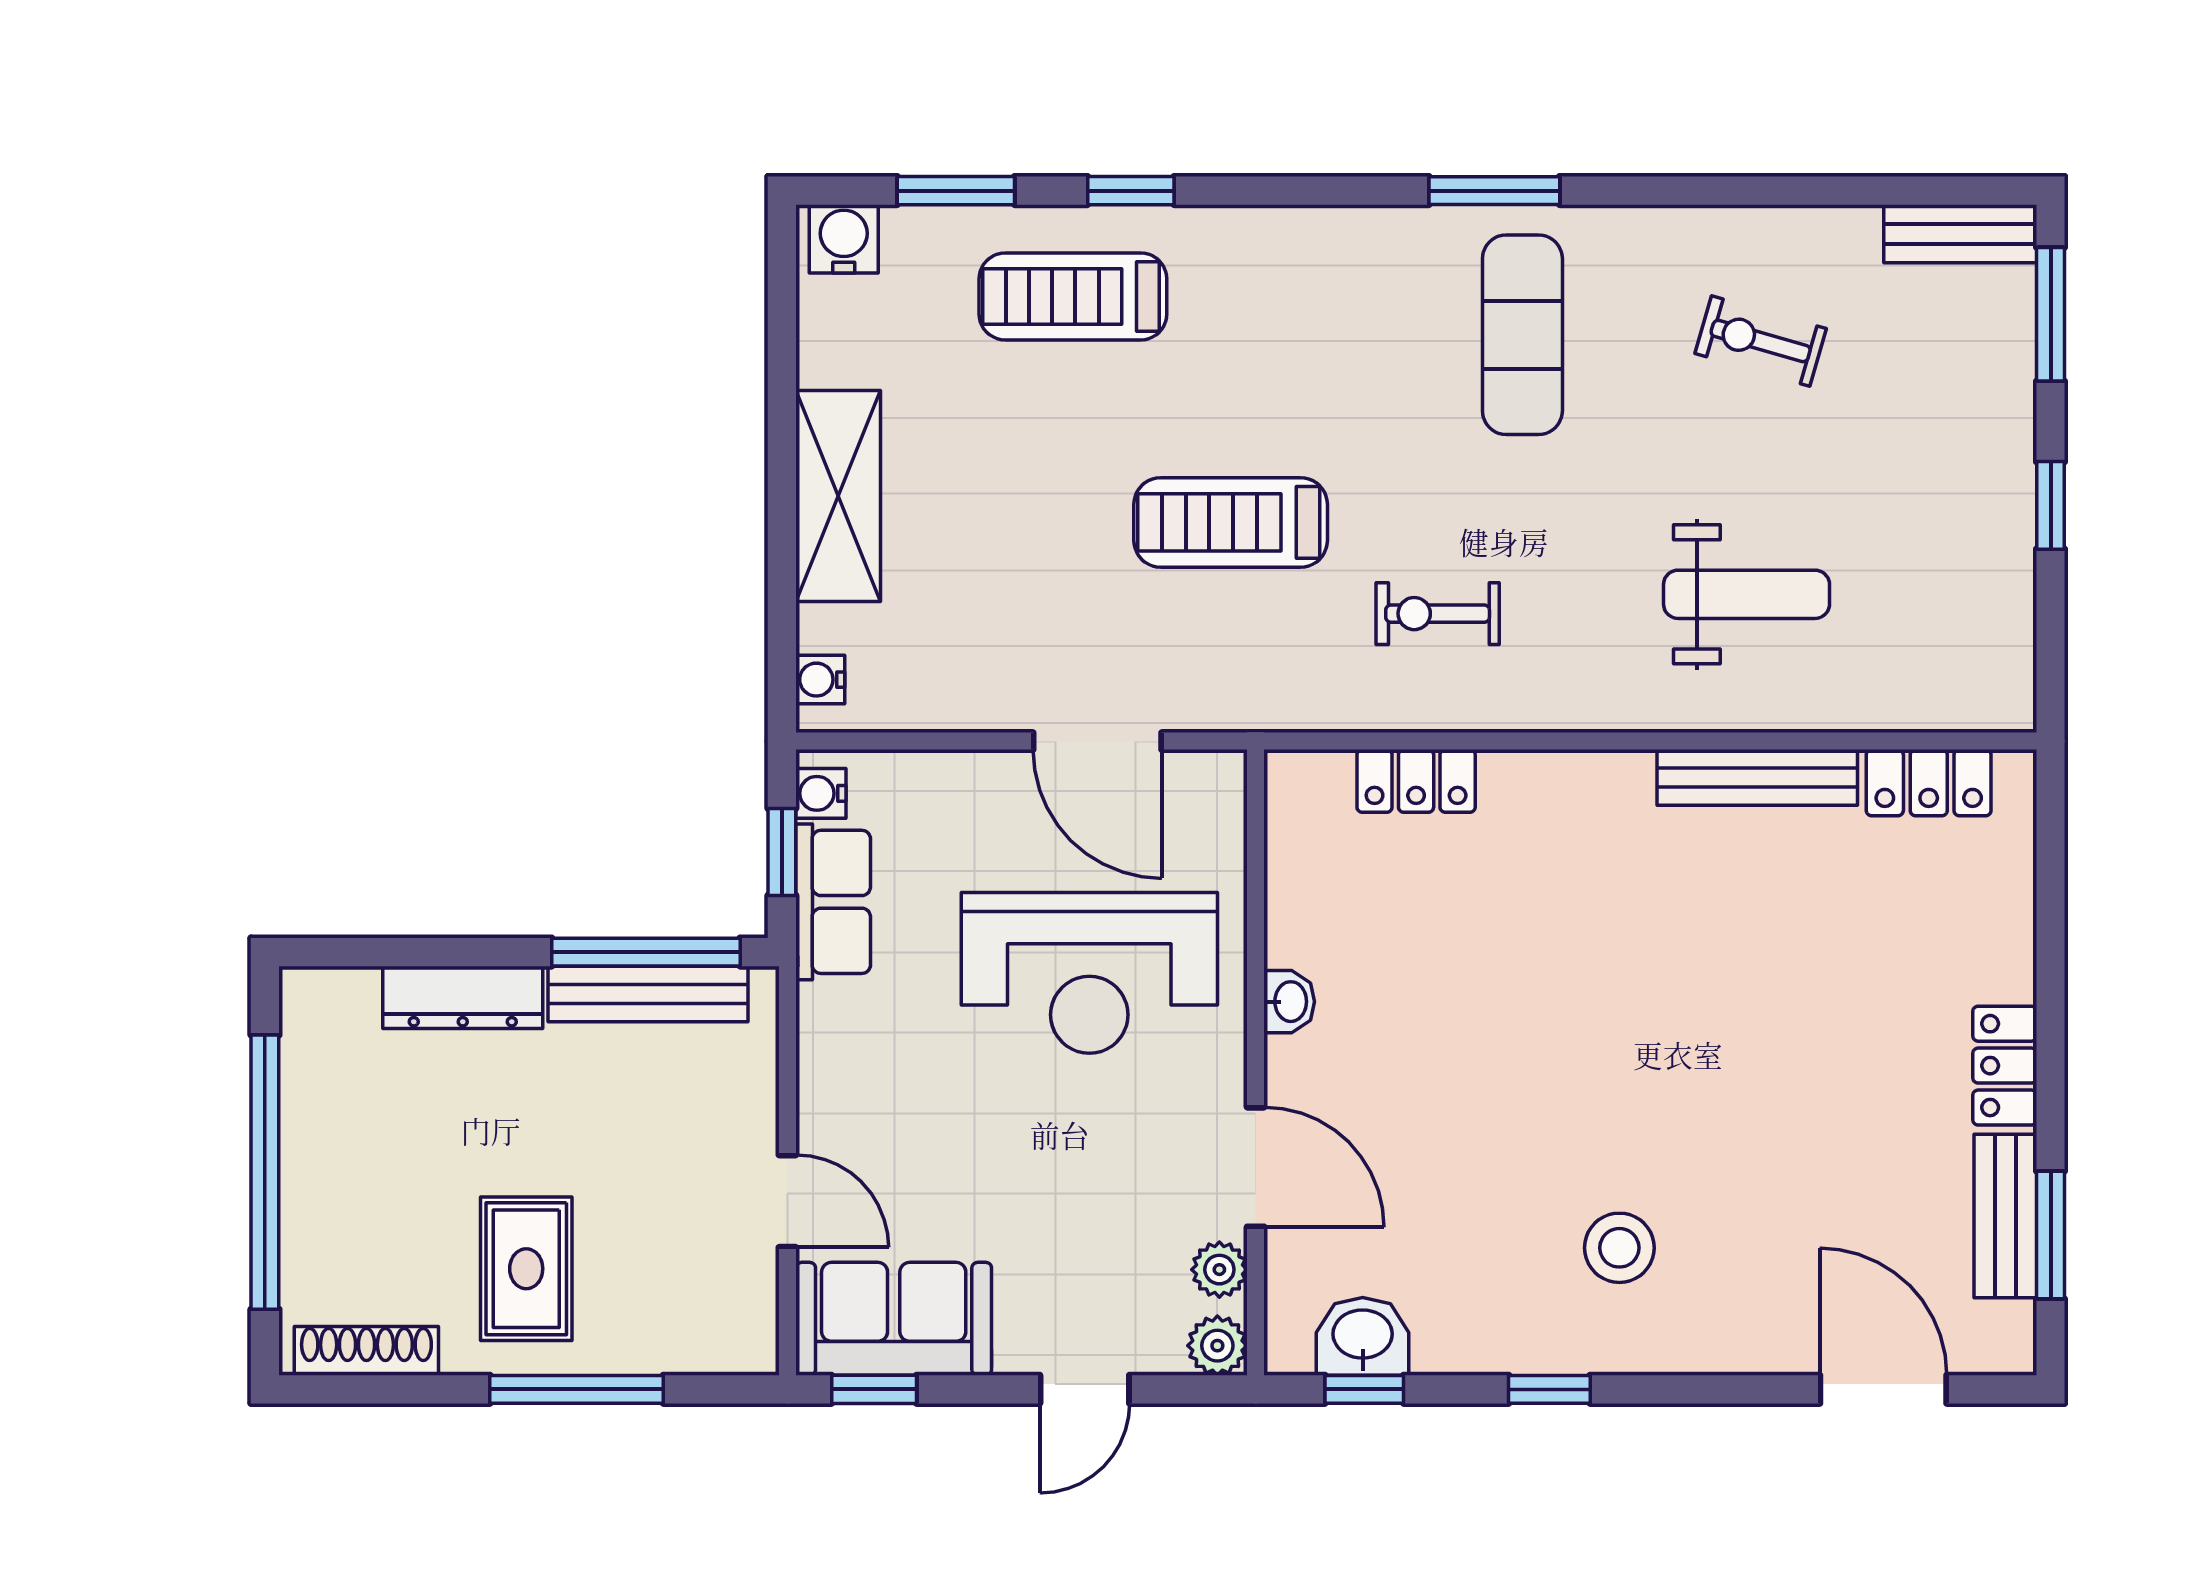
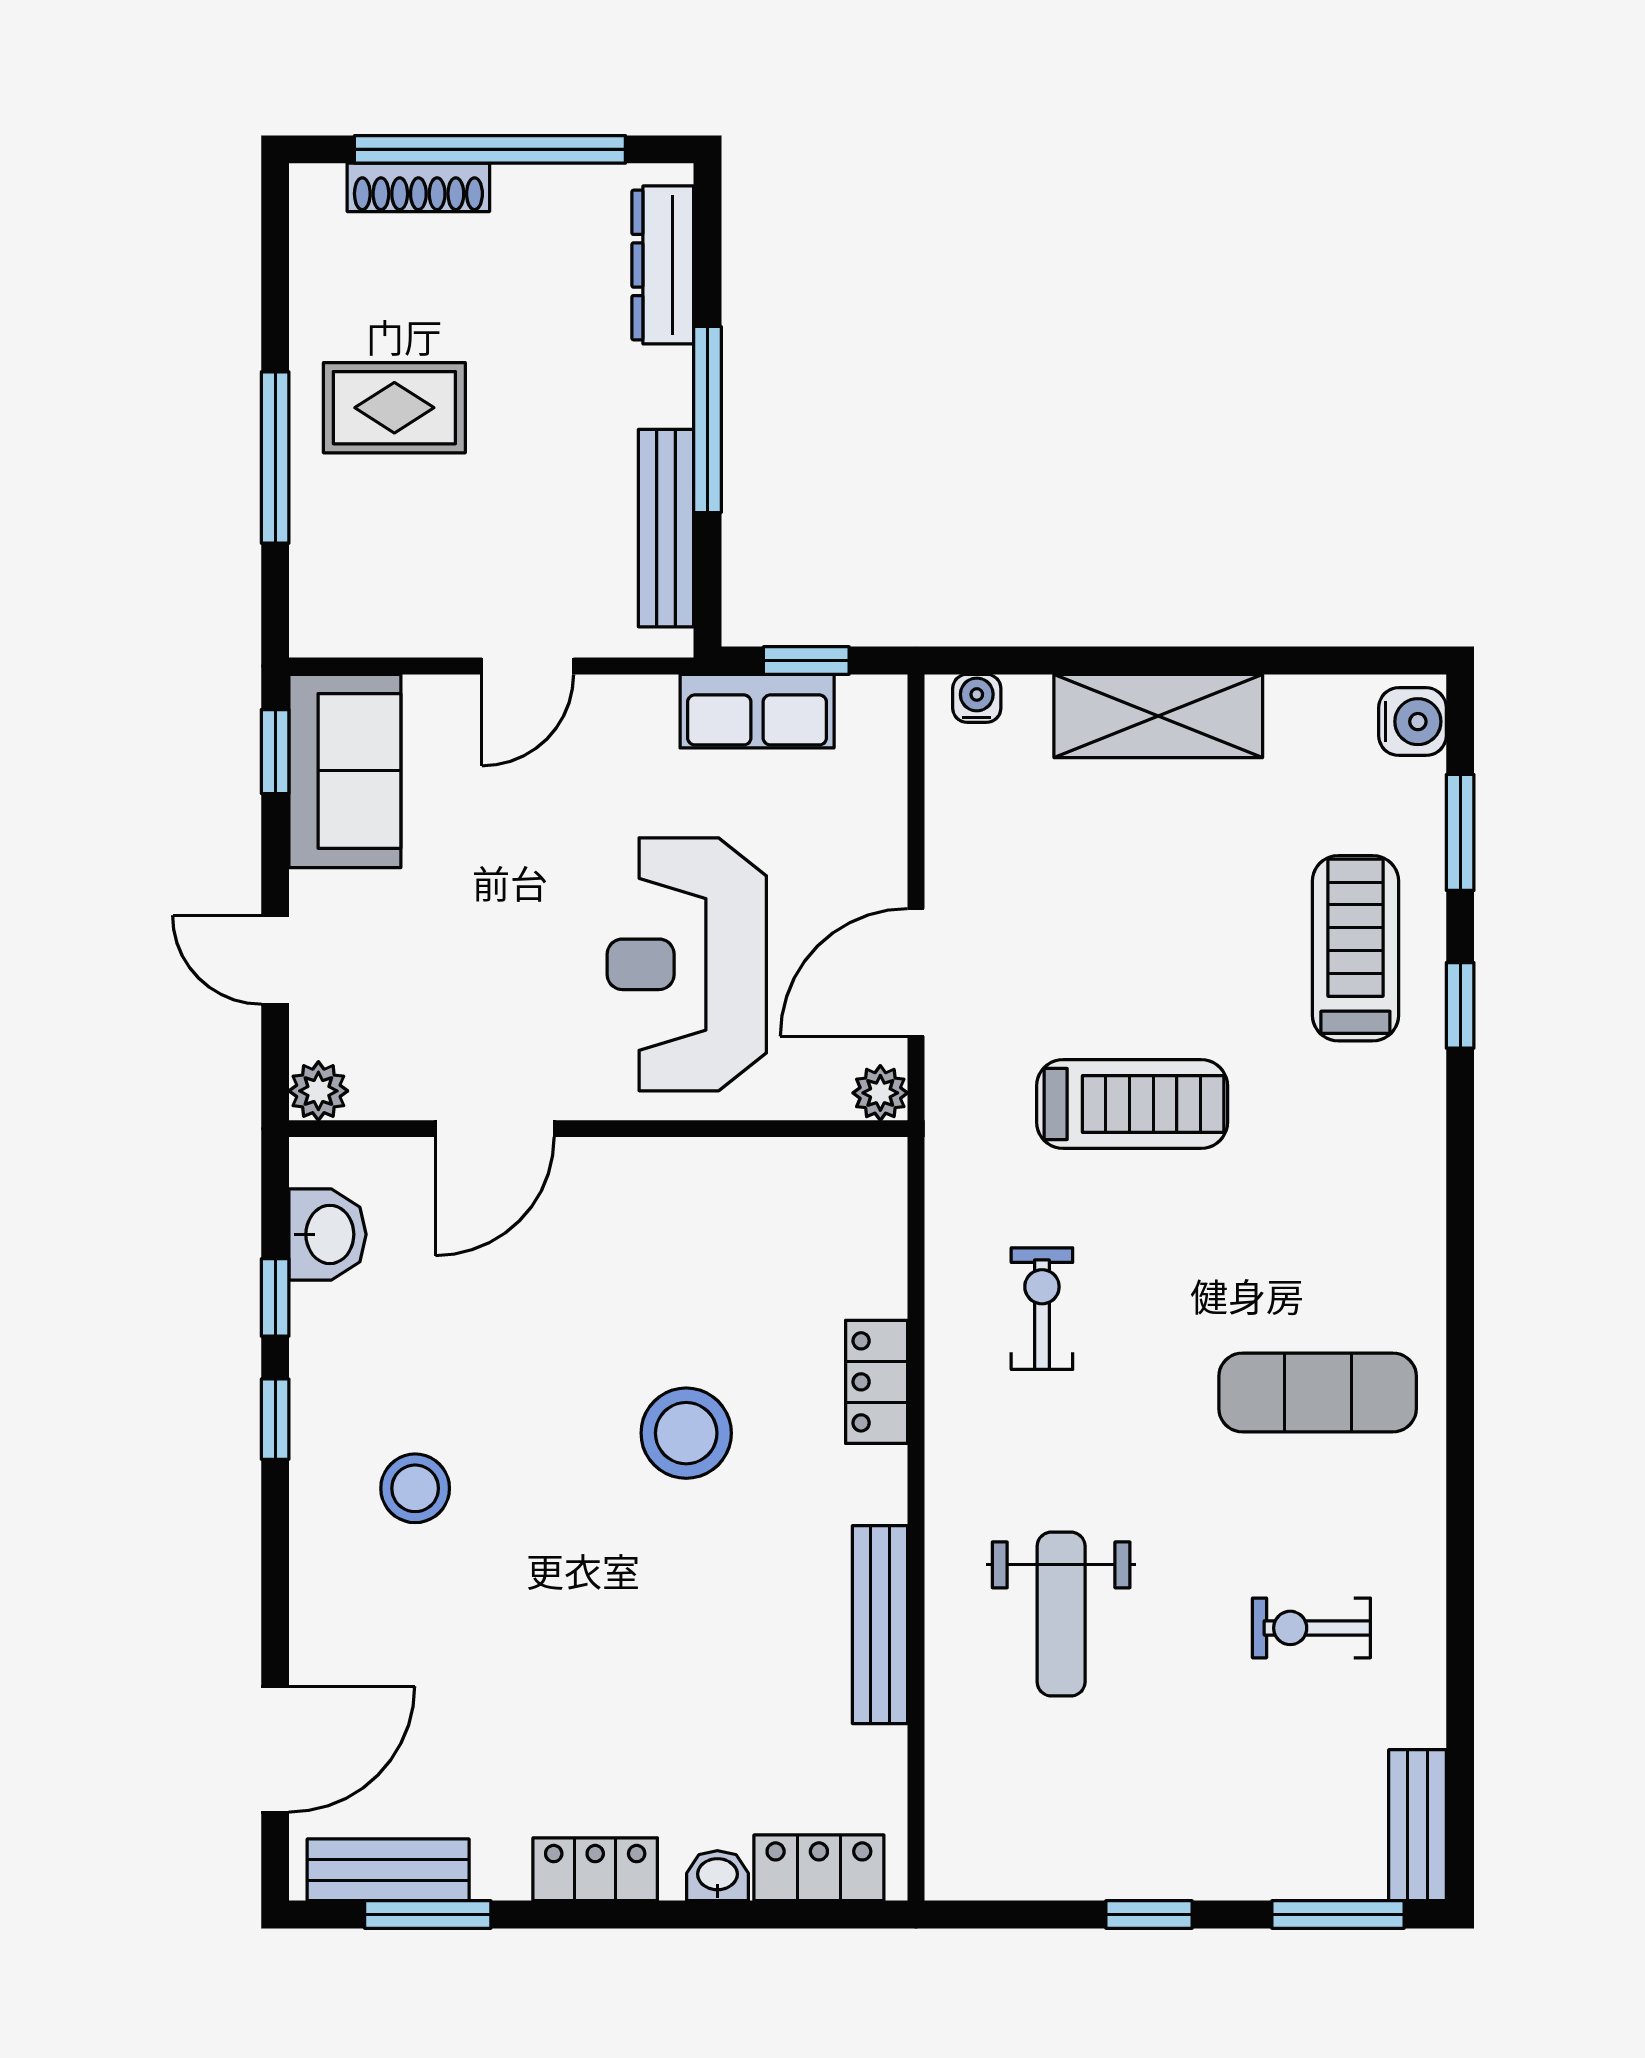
window: (1494, 191) -> (1460, 1365), removed
exercise bike: (1761, 341) -> (1311, 1628), turned -106
treadmill: (1231, 522) -> (1132, 1104), turned 90
locker: (1416, 781) -> (877, 1382), moved
locker: (1929, 783) -> (819, 1868), moved, turned 90
water cooler: (821, 793) -> (864, 699), removed
window: (646, 952) -> (707, 420), moved
stool: (1564, 974) -> (686, 1433), added
dresser: (463, 997) -> (663, 265), moved
washbasin: (1289, 1002) -> (717, 1876), moved, turned 180
door: (787, 1201) -> (528, 666), moved
bench: (2005, 1216) -> (388, 1870), moved
plant: (1219, 1270) -> (880, 1093), moved
shoe rack: (366, 1351) -> (418, 187), moved, turned 90
window: (1364, 1389) -> (275, 1297), moved

